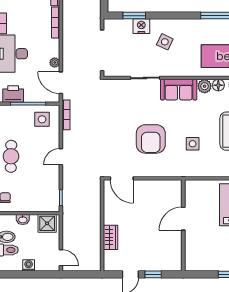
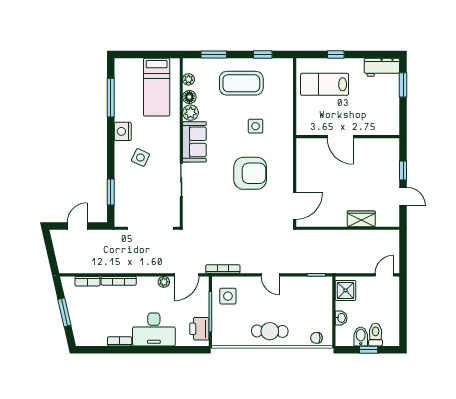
nightstand: (141, 26) -> (123, 131), moved
washing machine: (29, 265) -> (393, 311), removed

